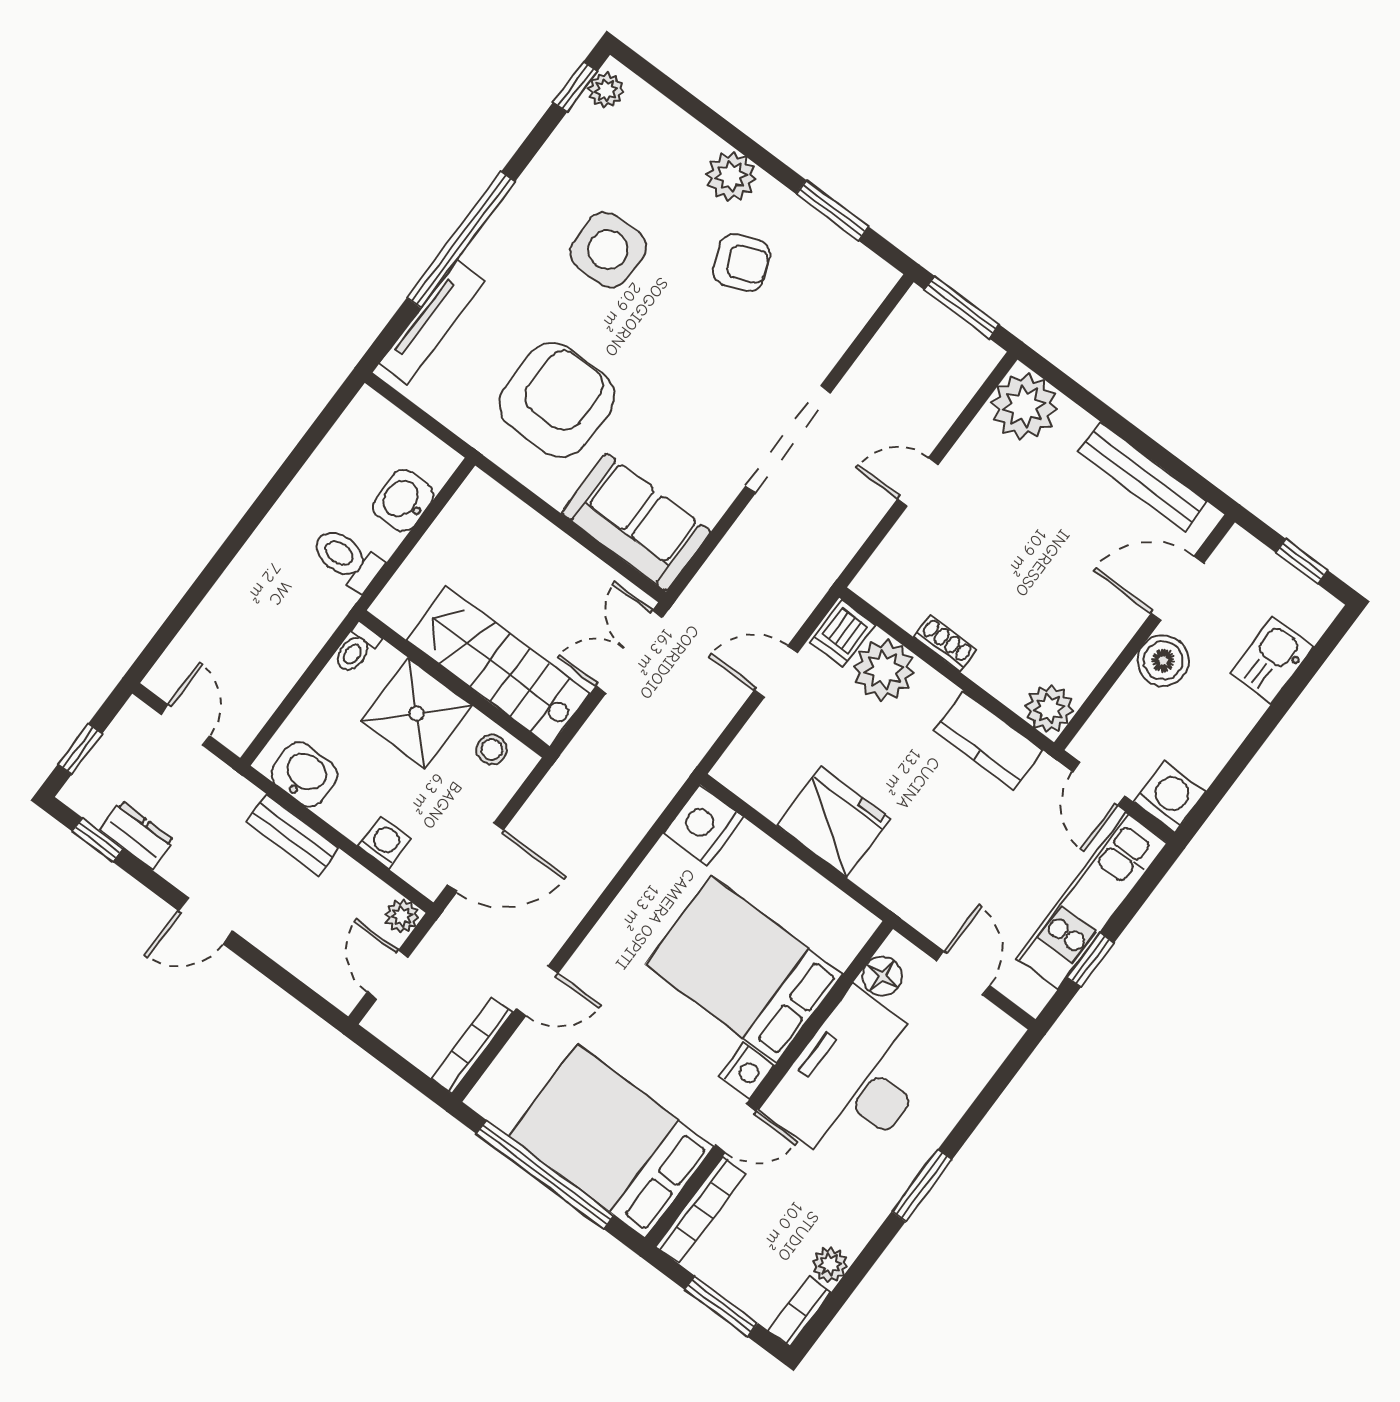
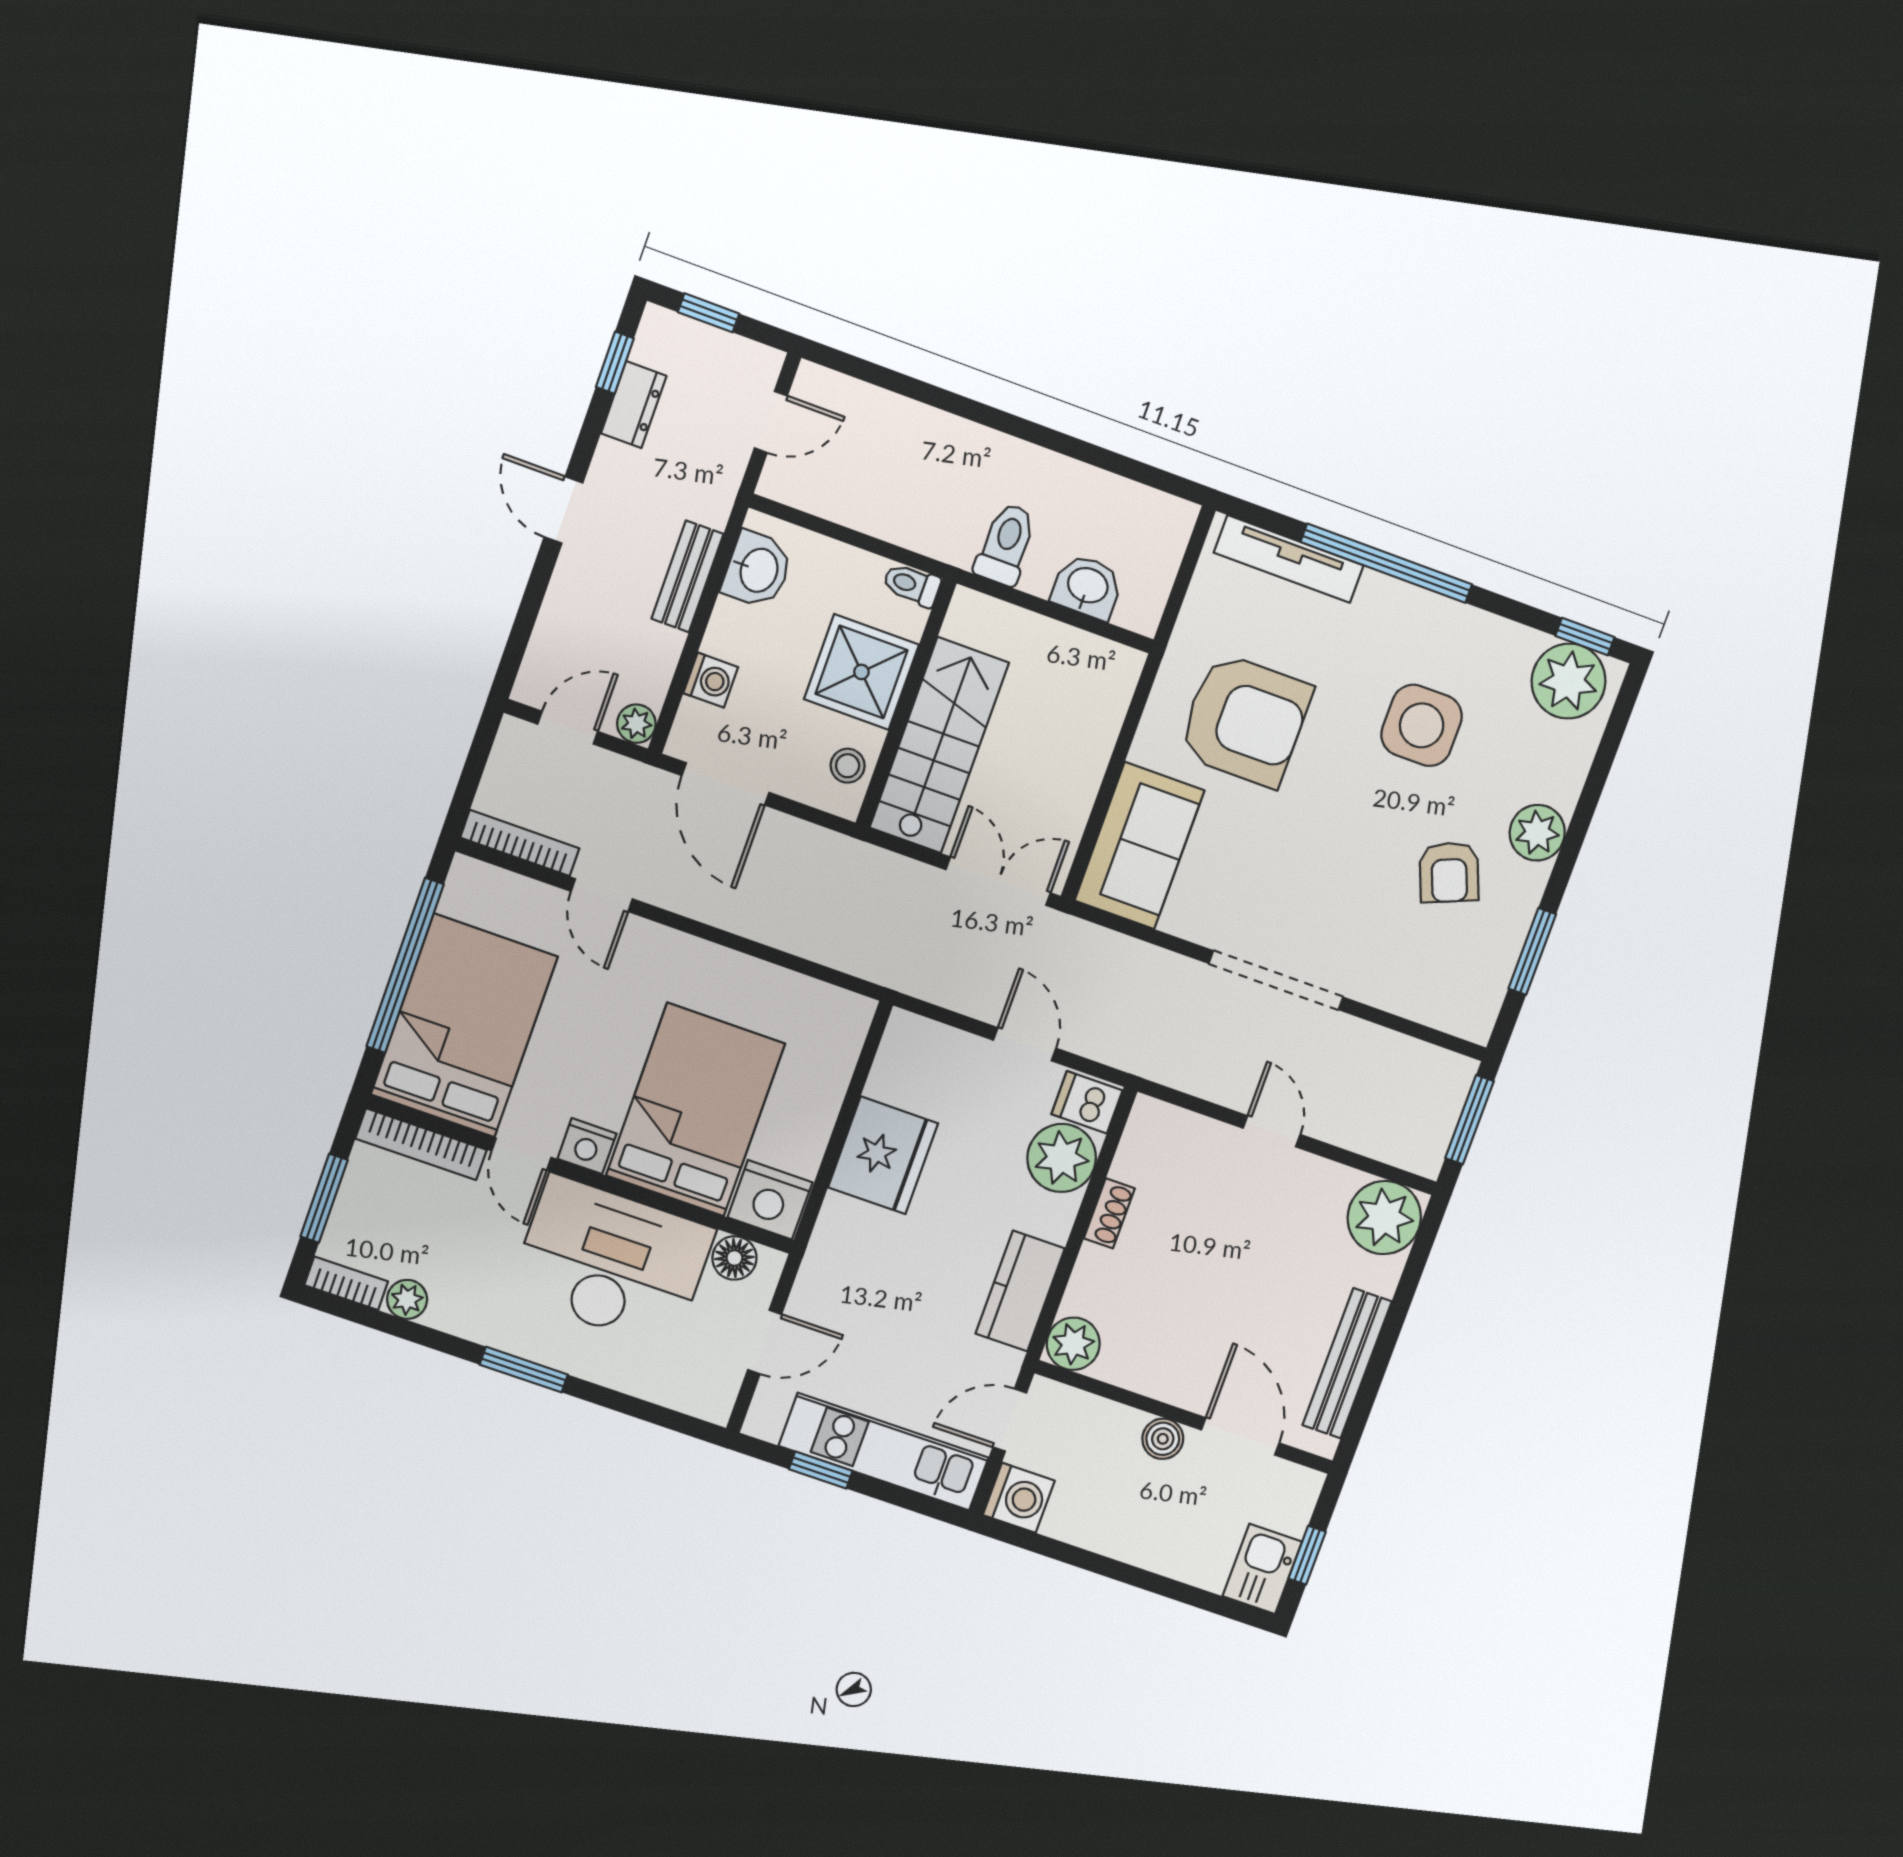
plant: (606, 90) -> (1569, 681), width x1.87, depth x1.87
boiler: (1163, 660) -> (1163, 1439), width x0.73, depth x0.73
kitchen sink: (1272, 660) -> (1262, 1569), moved, turned -90
nightstand: (703, 825) -> (770, 1200), moved, turned 180

